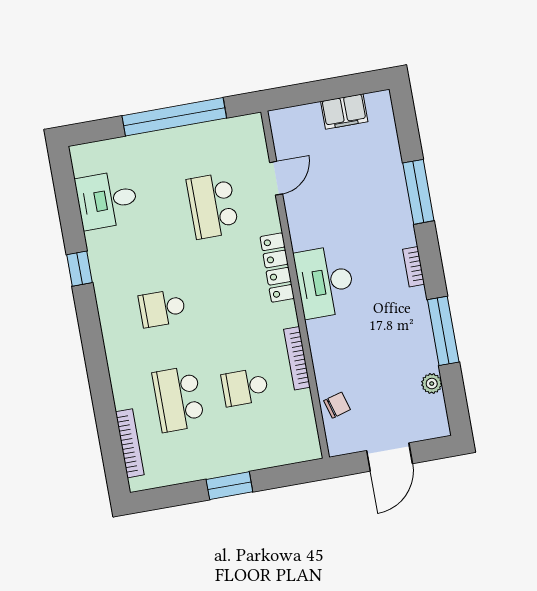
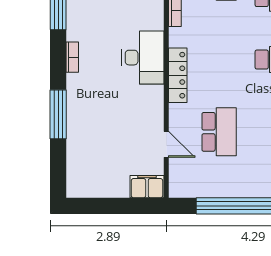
filing cabinet: (344, 112) -> (147, 187), moved
door: (276, 178) -> (166, 144), swing flipped

